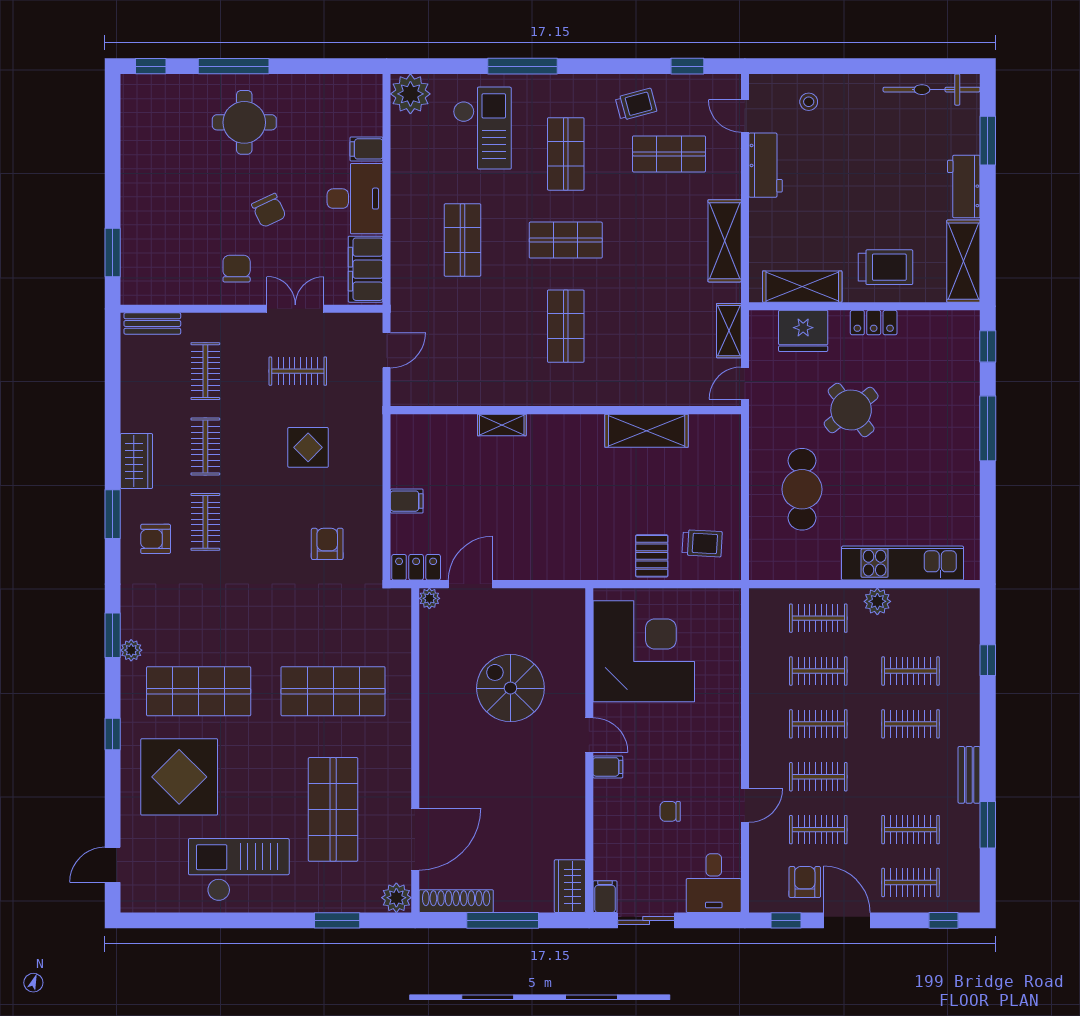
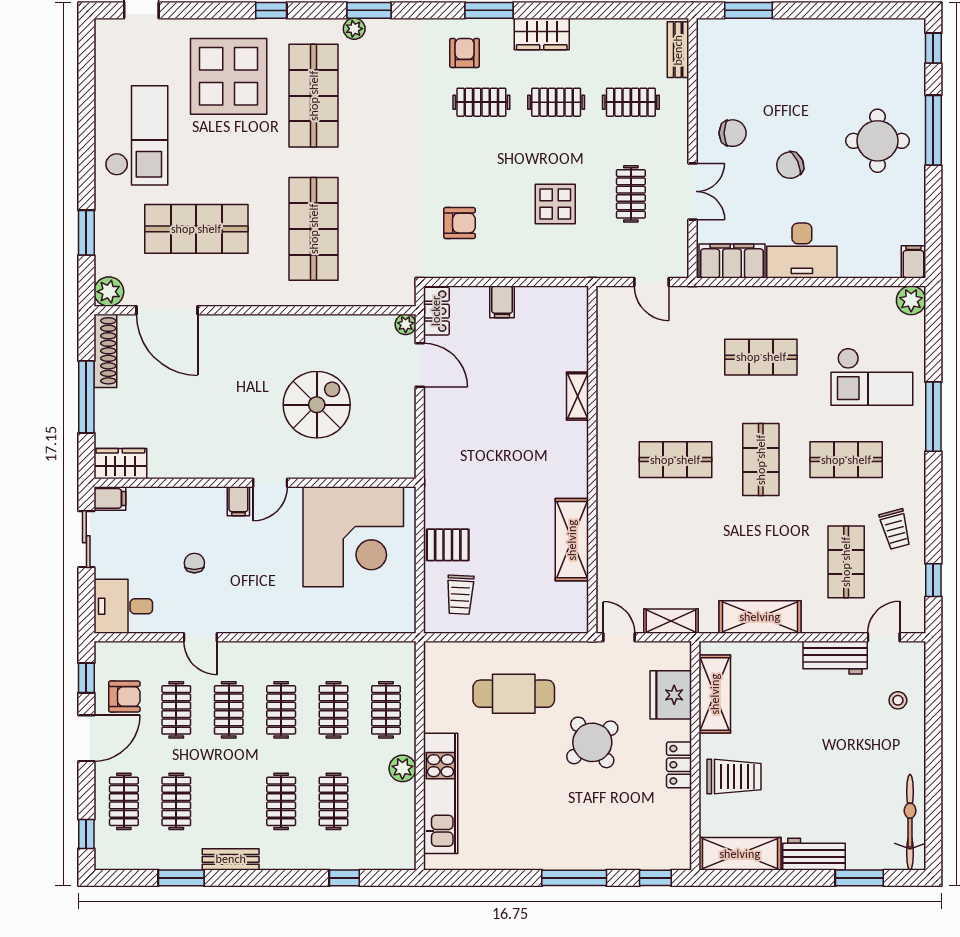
plant: (410, 94) -> (911, 300), width x0.73, depth x0.73
filing cabinet: (366, 149) -> (913, 262), moved
trolley: (886, 267) -> (734, 777), turned -90

